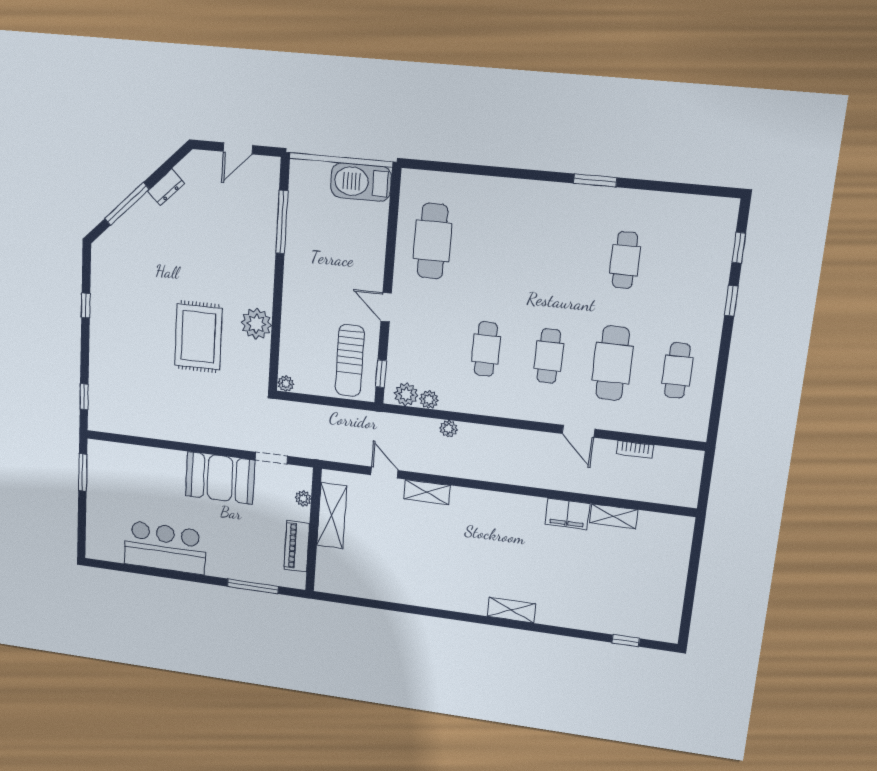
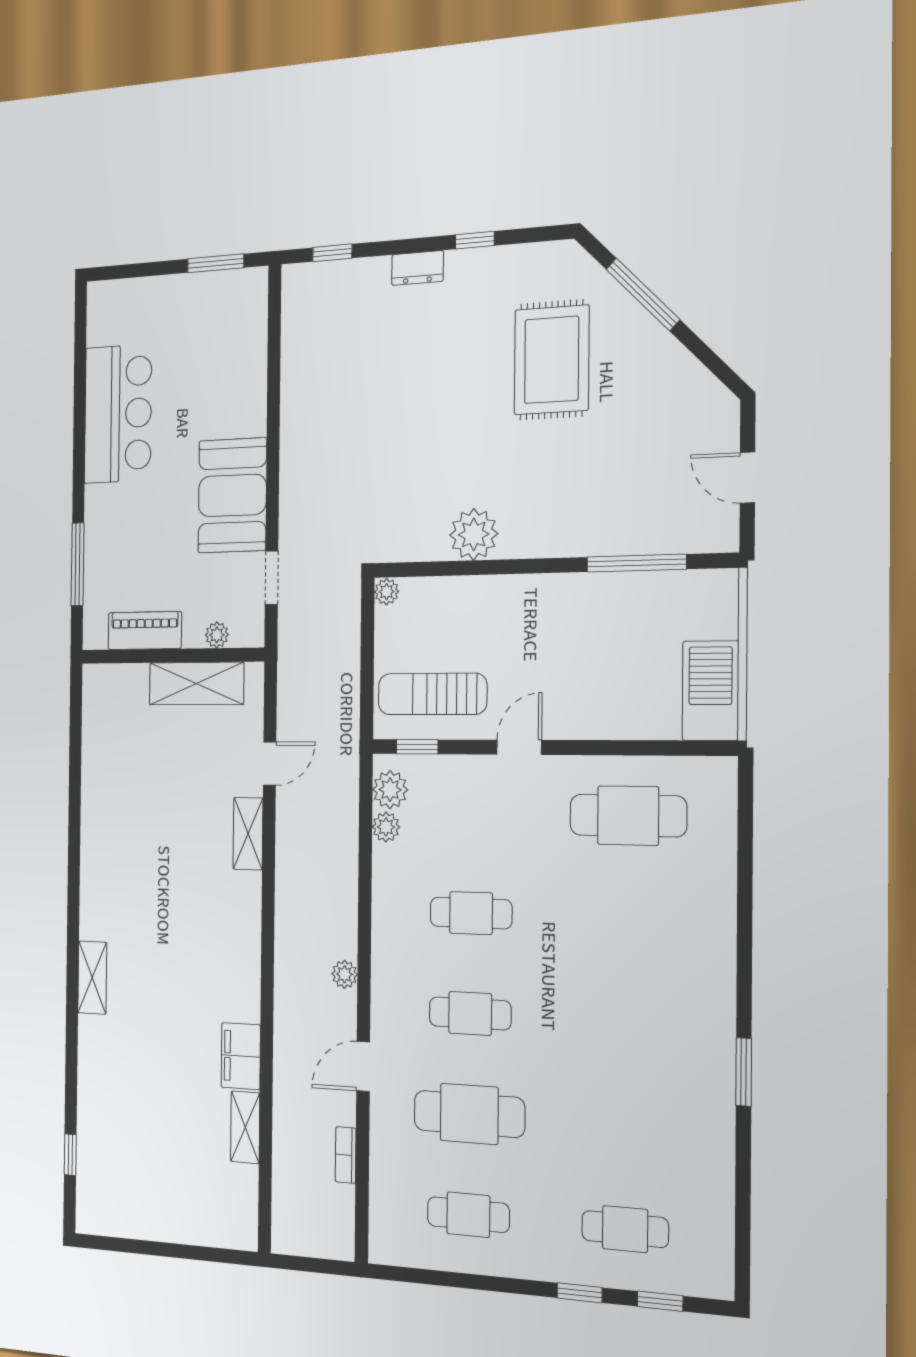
dresser: (166, 187) -> (417, 268), moved, turned -45
cafe table: (625, 260) -> (625, 1229), moved
rug: (198, 337) -> (552, 360), moved, turned 90
plant: (448, 429) -> (345, 974), moved

